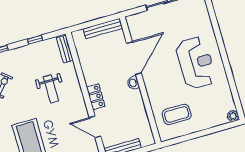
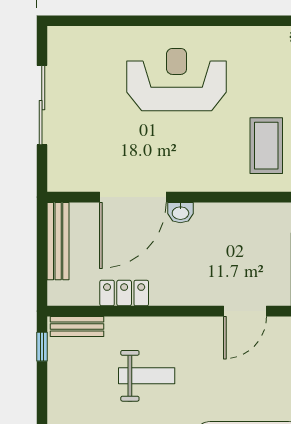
window: (35, 40) -> (42, 347), moved
door: (134, 58) -> (133, 197), swing flipped
locker: (96, 97) -> (124, 293), moved

